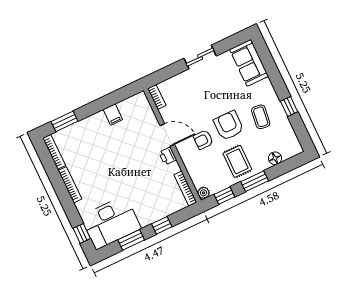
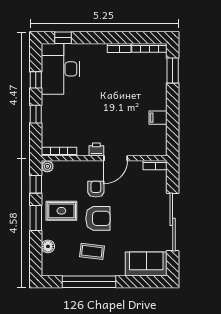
sliding door: (200, 57) -> (173, 222), width x1.86
window: (289, 107) -> (89, 282), width x3.17
bookcase: (70, 185) -> (119, 48), width x0.64
window: (131, 240) -> (36, 80), width x0.67

